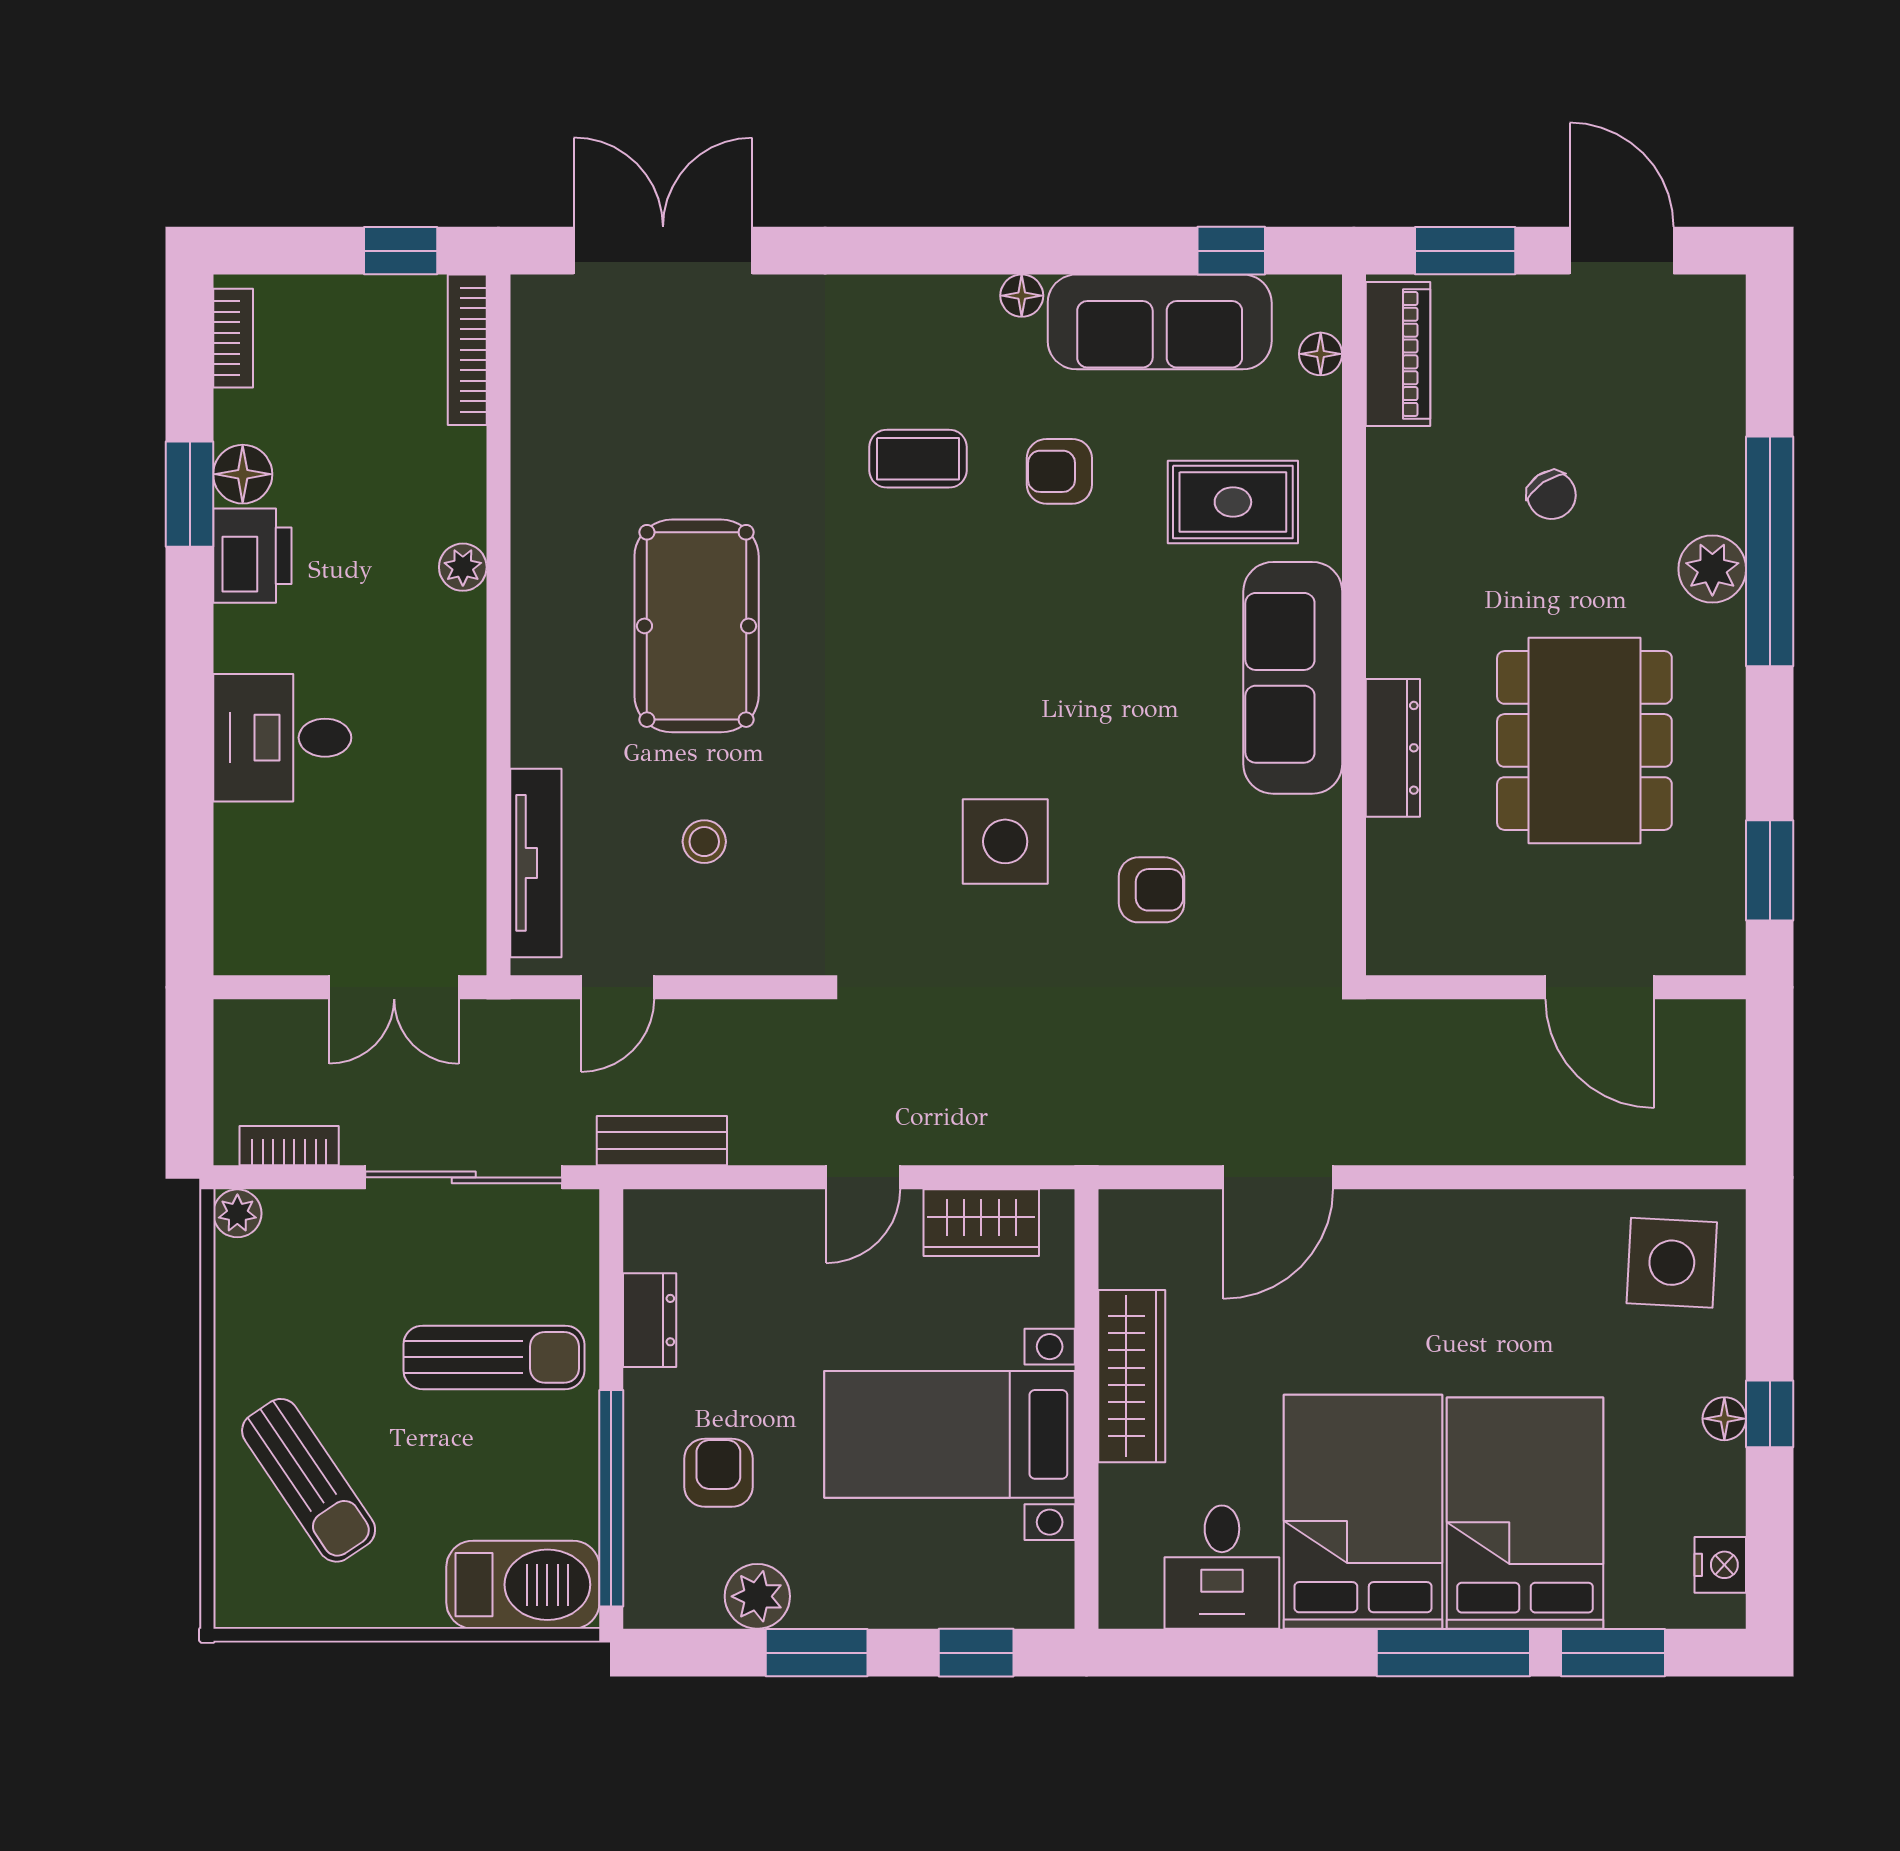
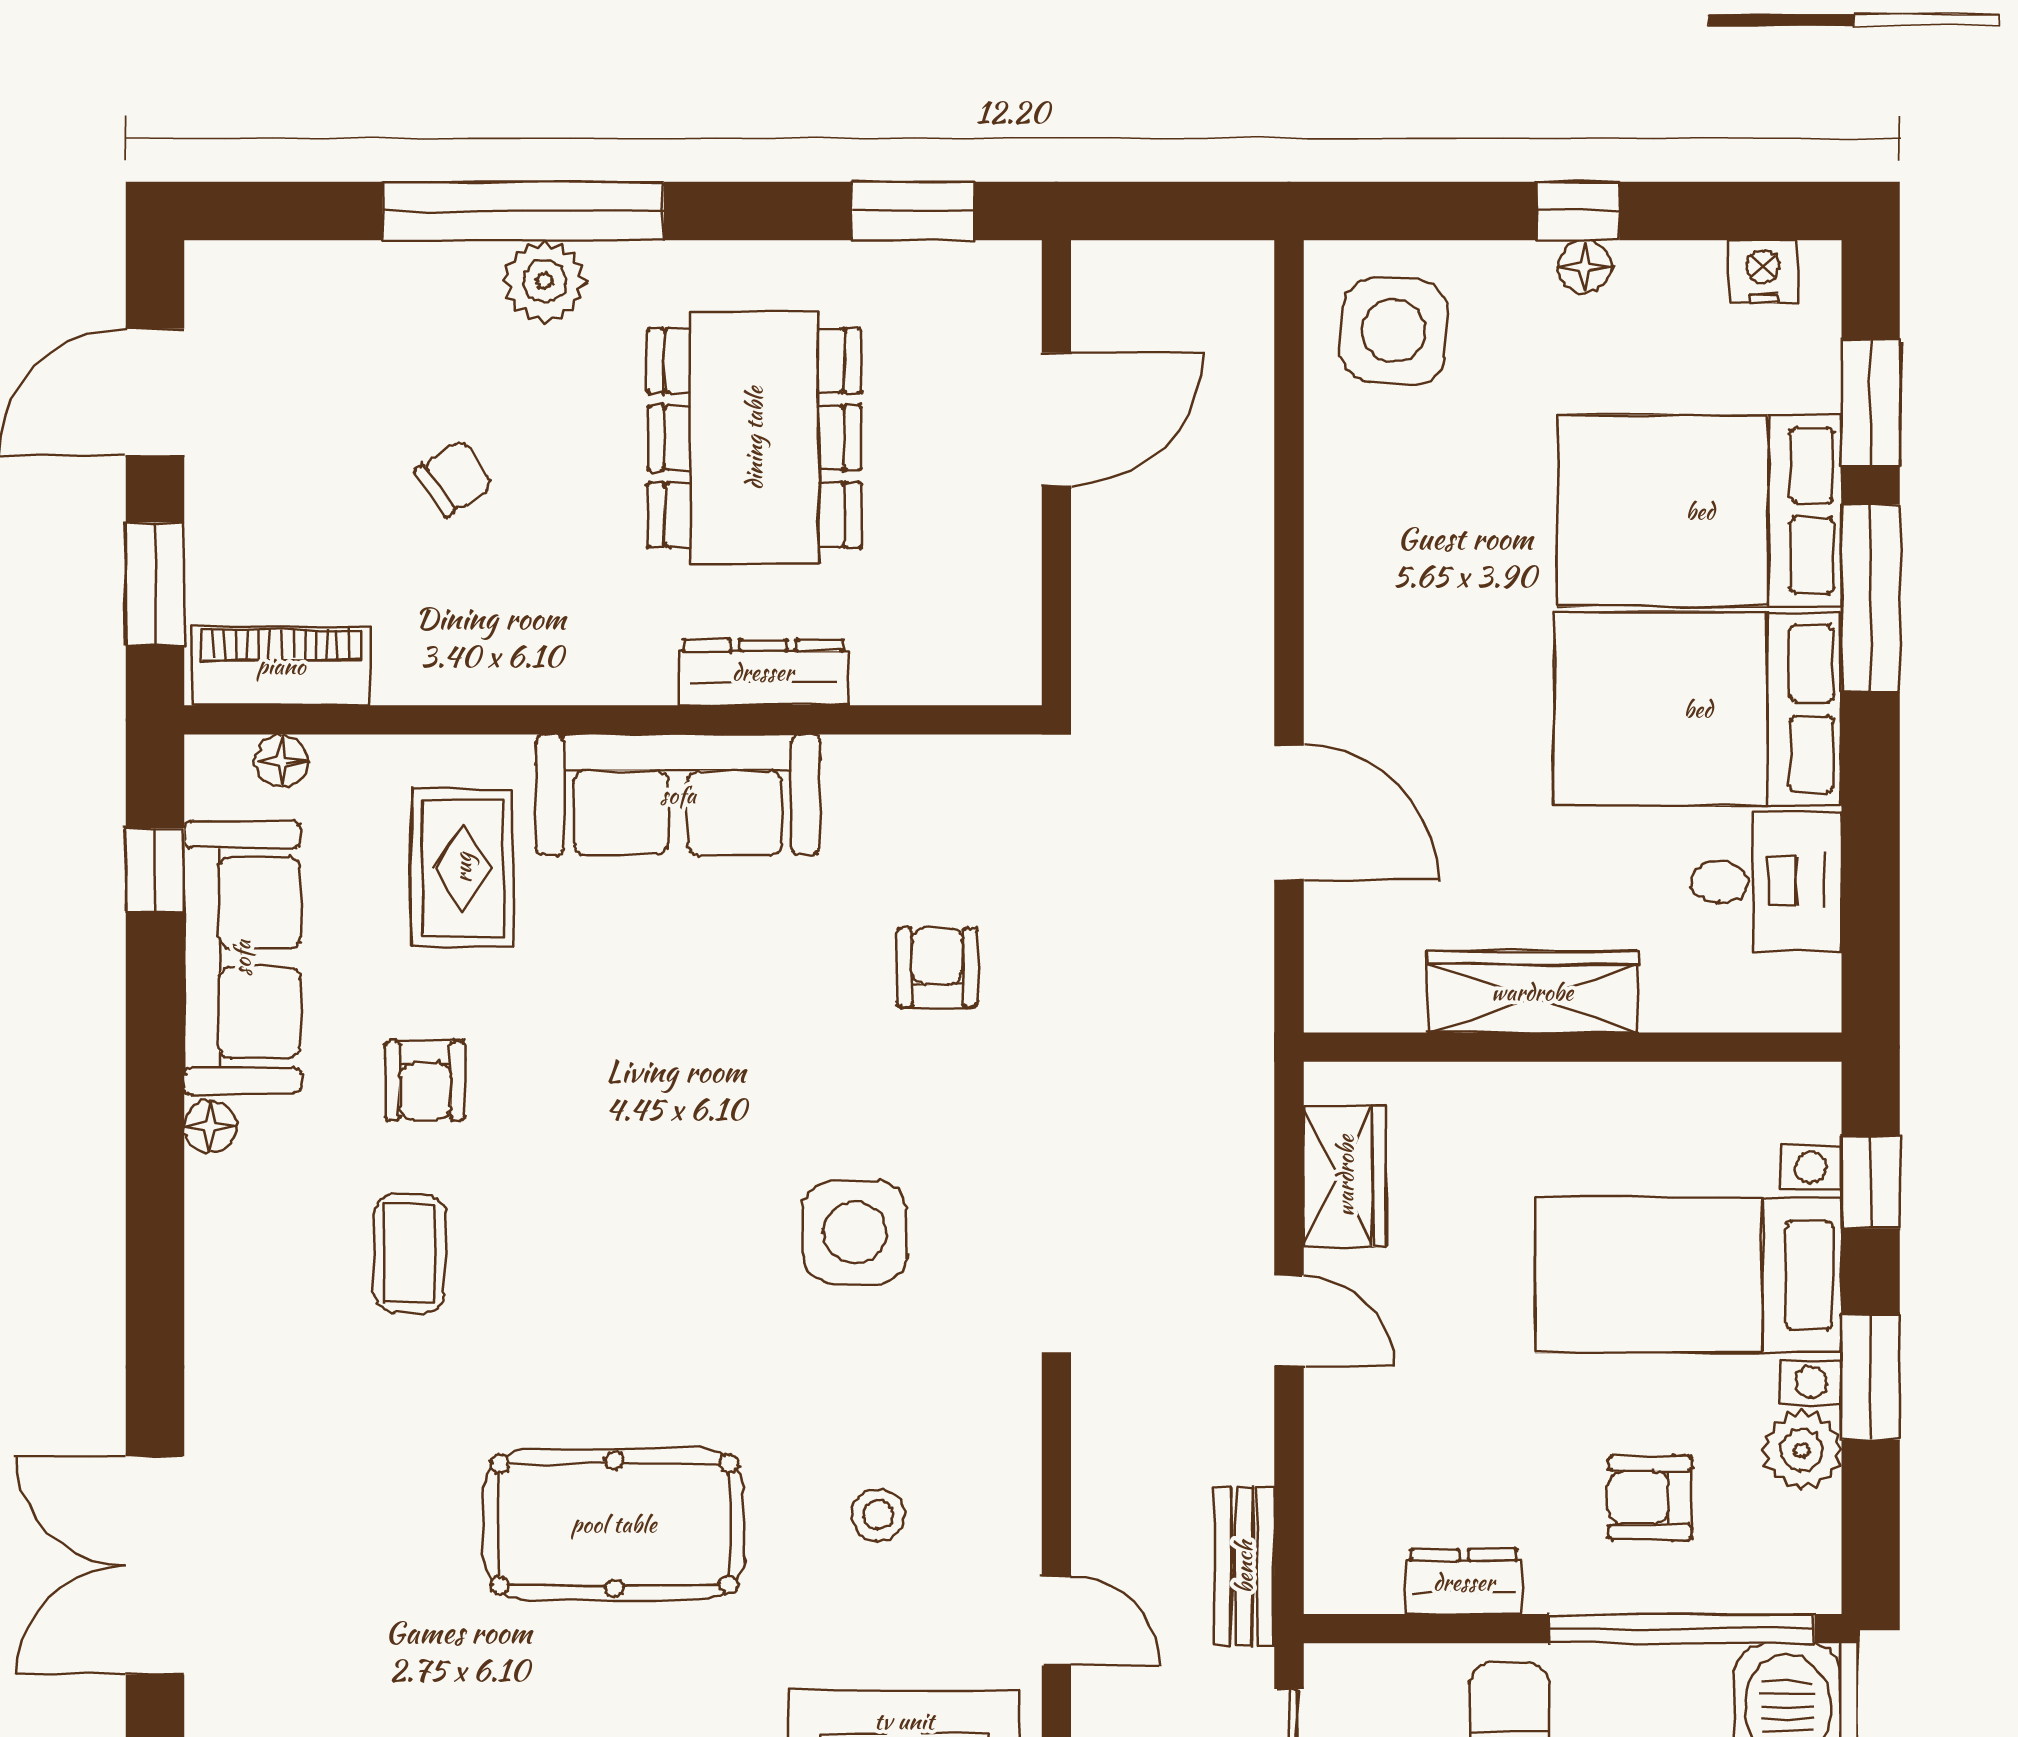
dining table: (1584, 740) -> (754, 438), turned 90
side table: (1005, 841) -> (855, 1232), moved
bed with nightstands: (950, 1434) -> (1688, 1275), moved, turned 90

